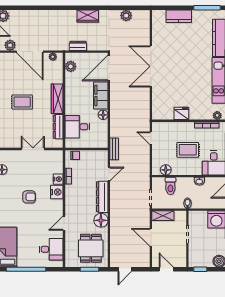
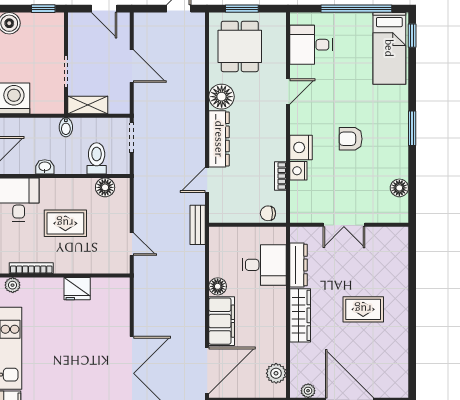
shelving: (163, 216) -> (88, 105), moved

